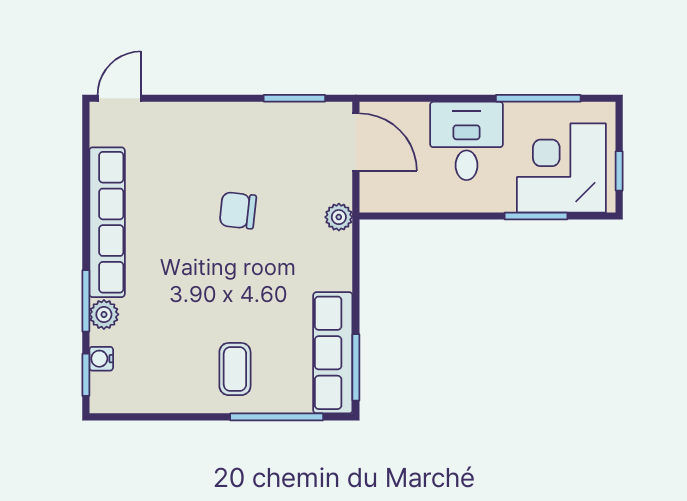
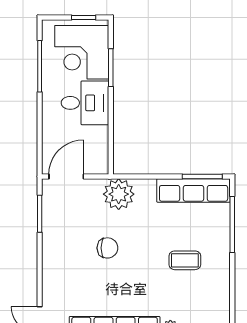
desk: (467, 141) -> (85, 103), moved, turned 180
chair: (238, 210) -> (107, 248), turned -96
plant: (339, 217) -> (119, 194), width x1.88, depth x1.88
coffee table: (235, 369) -> (185, 260), moved

